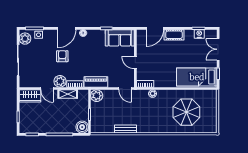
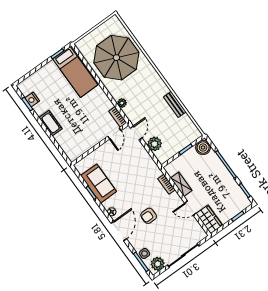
door: (67, 28) -> (119, 231), hinge flipped
door: (155, 28) -> (57, 146), removed
sofa: (120, 38) -> (99, 184), moved
double door: (218, 49) -> (34, 71), removed
door: (135, 63) -> (114, 134), moved
plant: (60, 81) -> (174, 201), removed
piano: (96, 82) -> (150, 166), removed
door: (47, 88) -> (190, 208), swing flipped
plant: (97, 96) -> (155, 144), moved
parasol: (186, 112) -> (116, 58), width x1.36, depth x1.36

